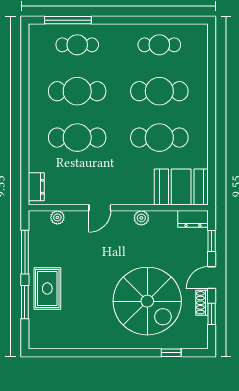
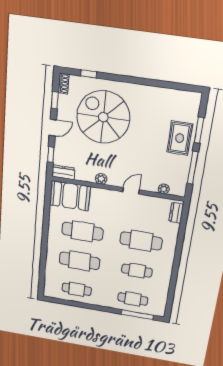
cafe table: (77, 91) -> (137, 271), width x0.73, depth x0.74
shoe rack: (202, 303) -> (64, 84), moved

